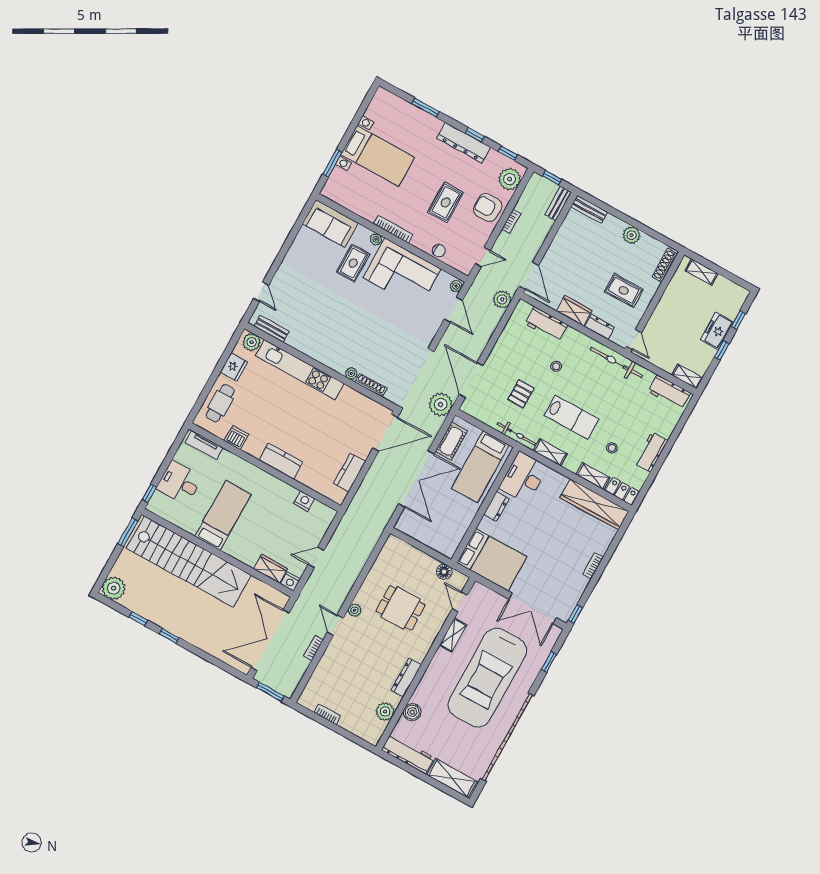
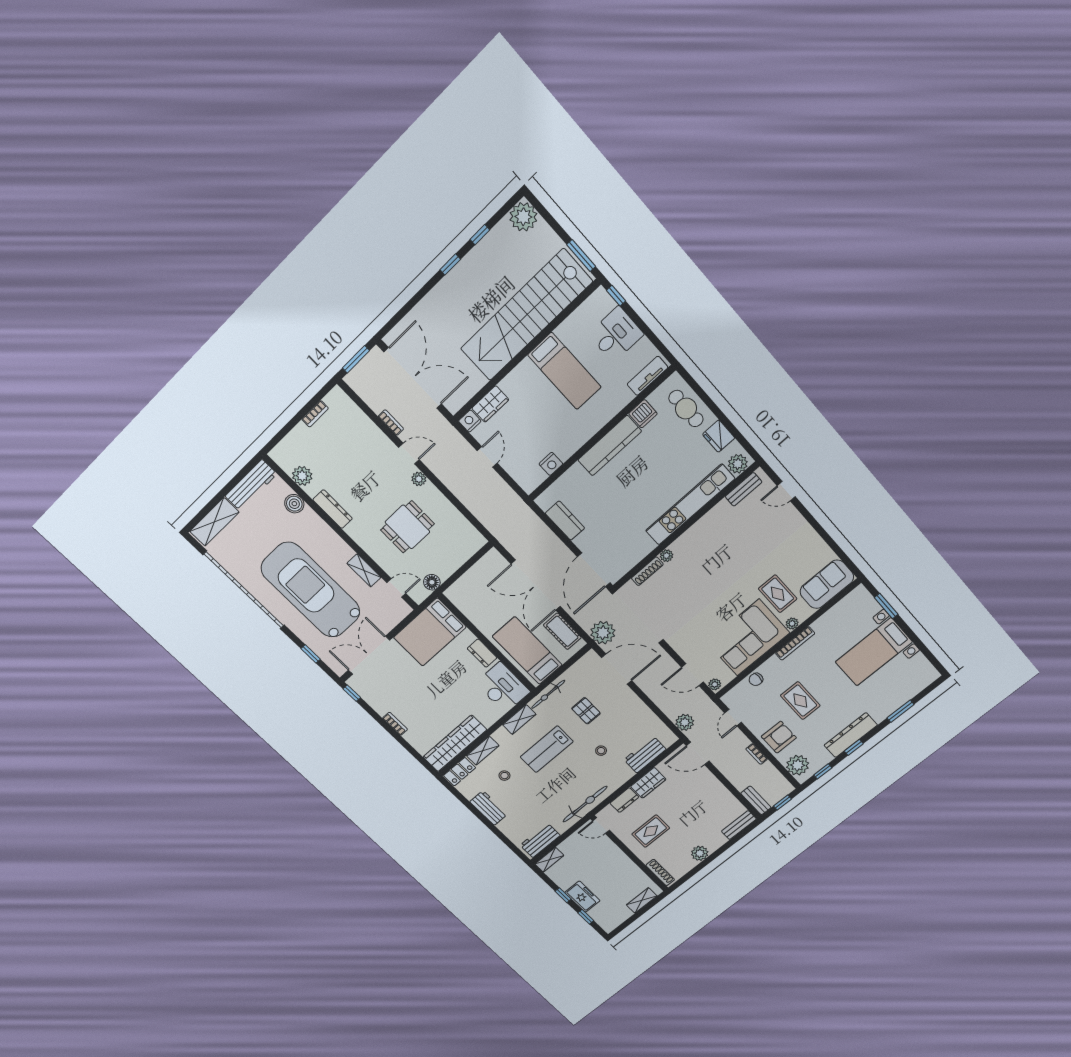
kitchen counter: (281, 461) -> (610, 446), width x1.50

